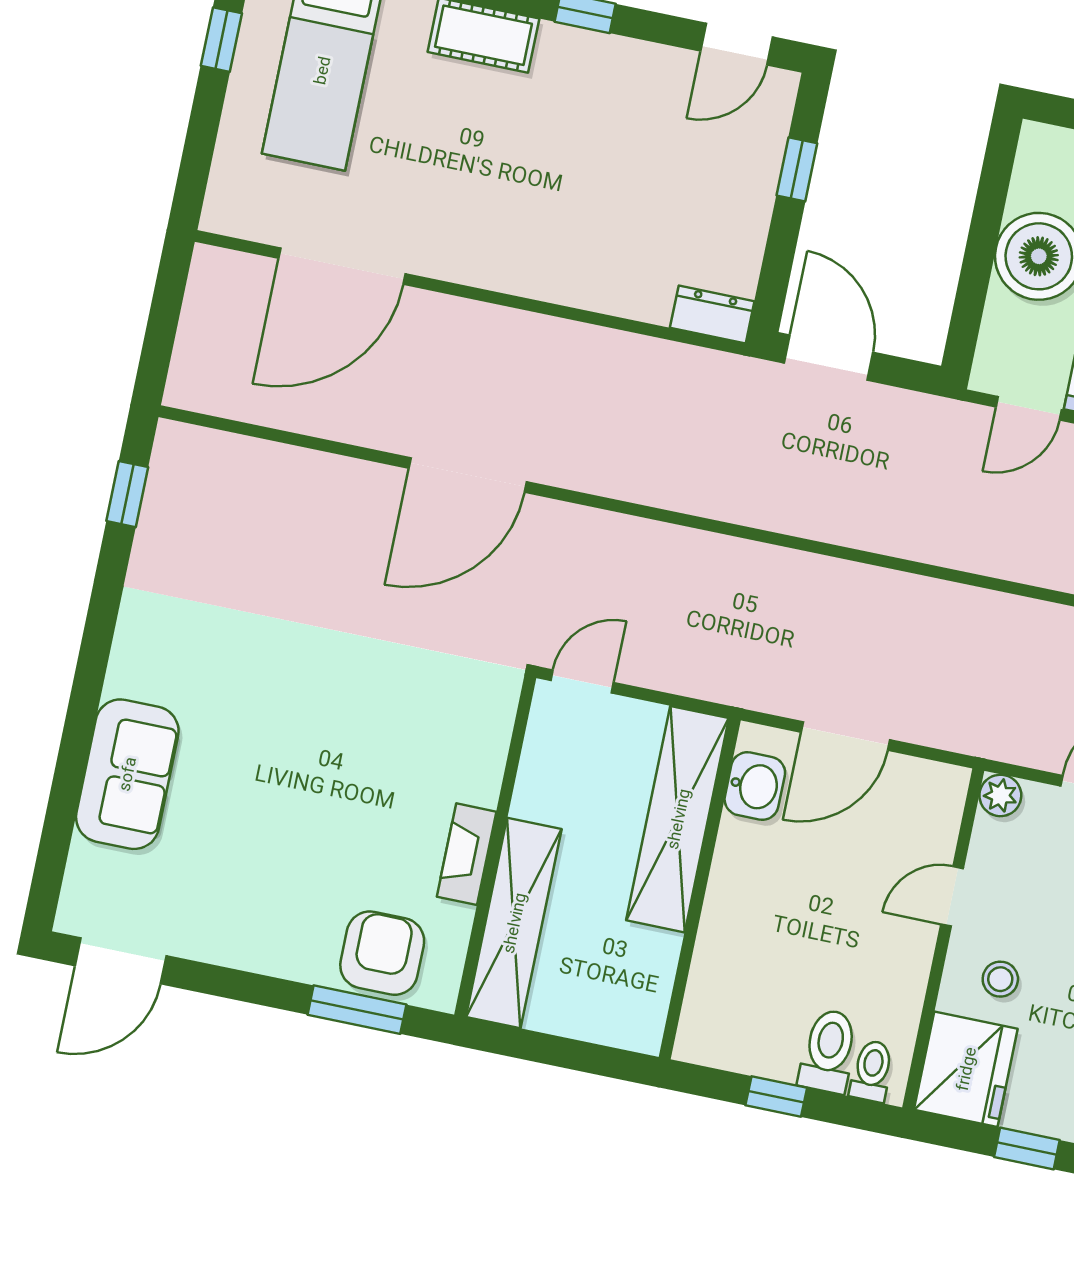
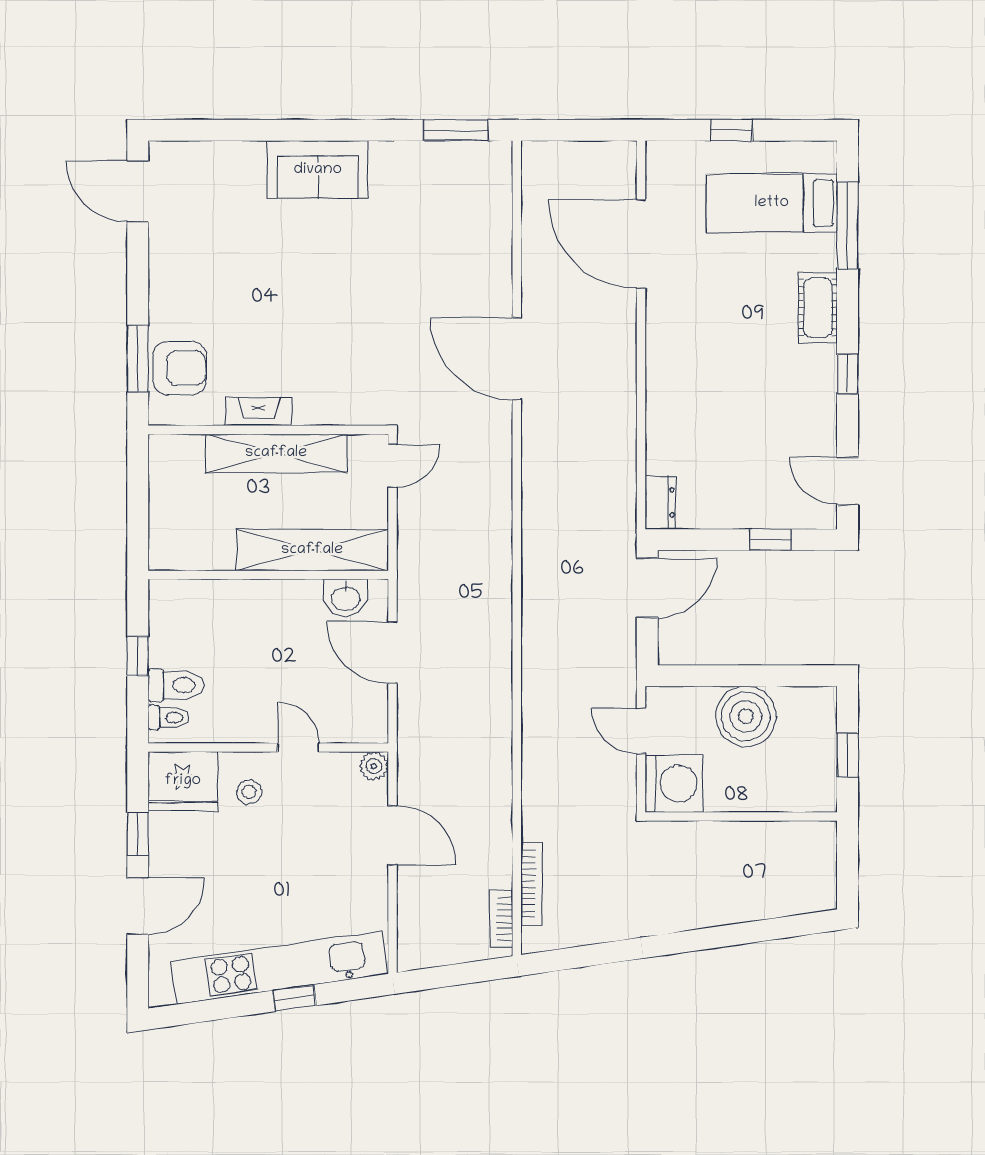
window: (221, 40) -> (731, 130), moved
window: (127, 494) -> (456, 130), width x1.50
door: (582, 682) -> (392, 466), hinge flipped
sofa: (127, 774) -> (318, 170), moved
shelving: (514, 923) -> (276, 453), moved

